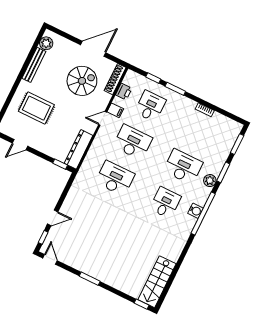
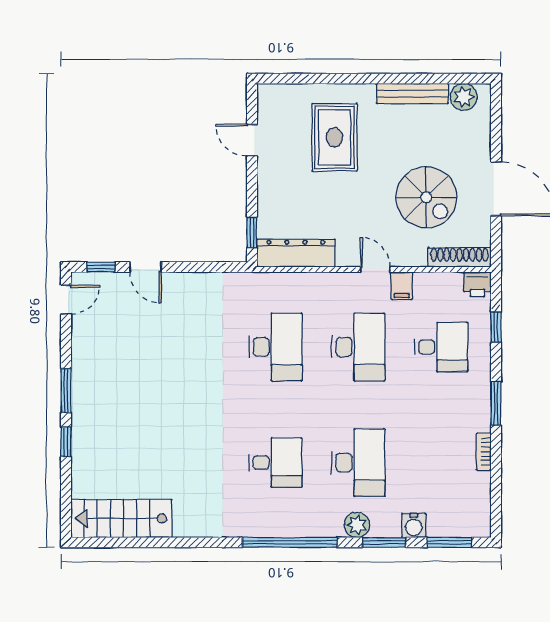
window: (175, 89) -> (496, 403), moved
printer: (124, 92) -> (477, 284), moved
water cooler: (195, 211) -> (414, 526), moved
window: (142, 304) -> (66, 442), moved

